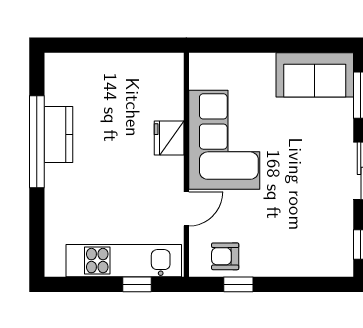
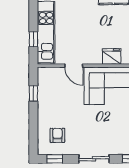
armchair: (225, 256) -> (57, 135), moved

